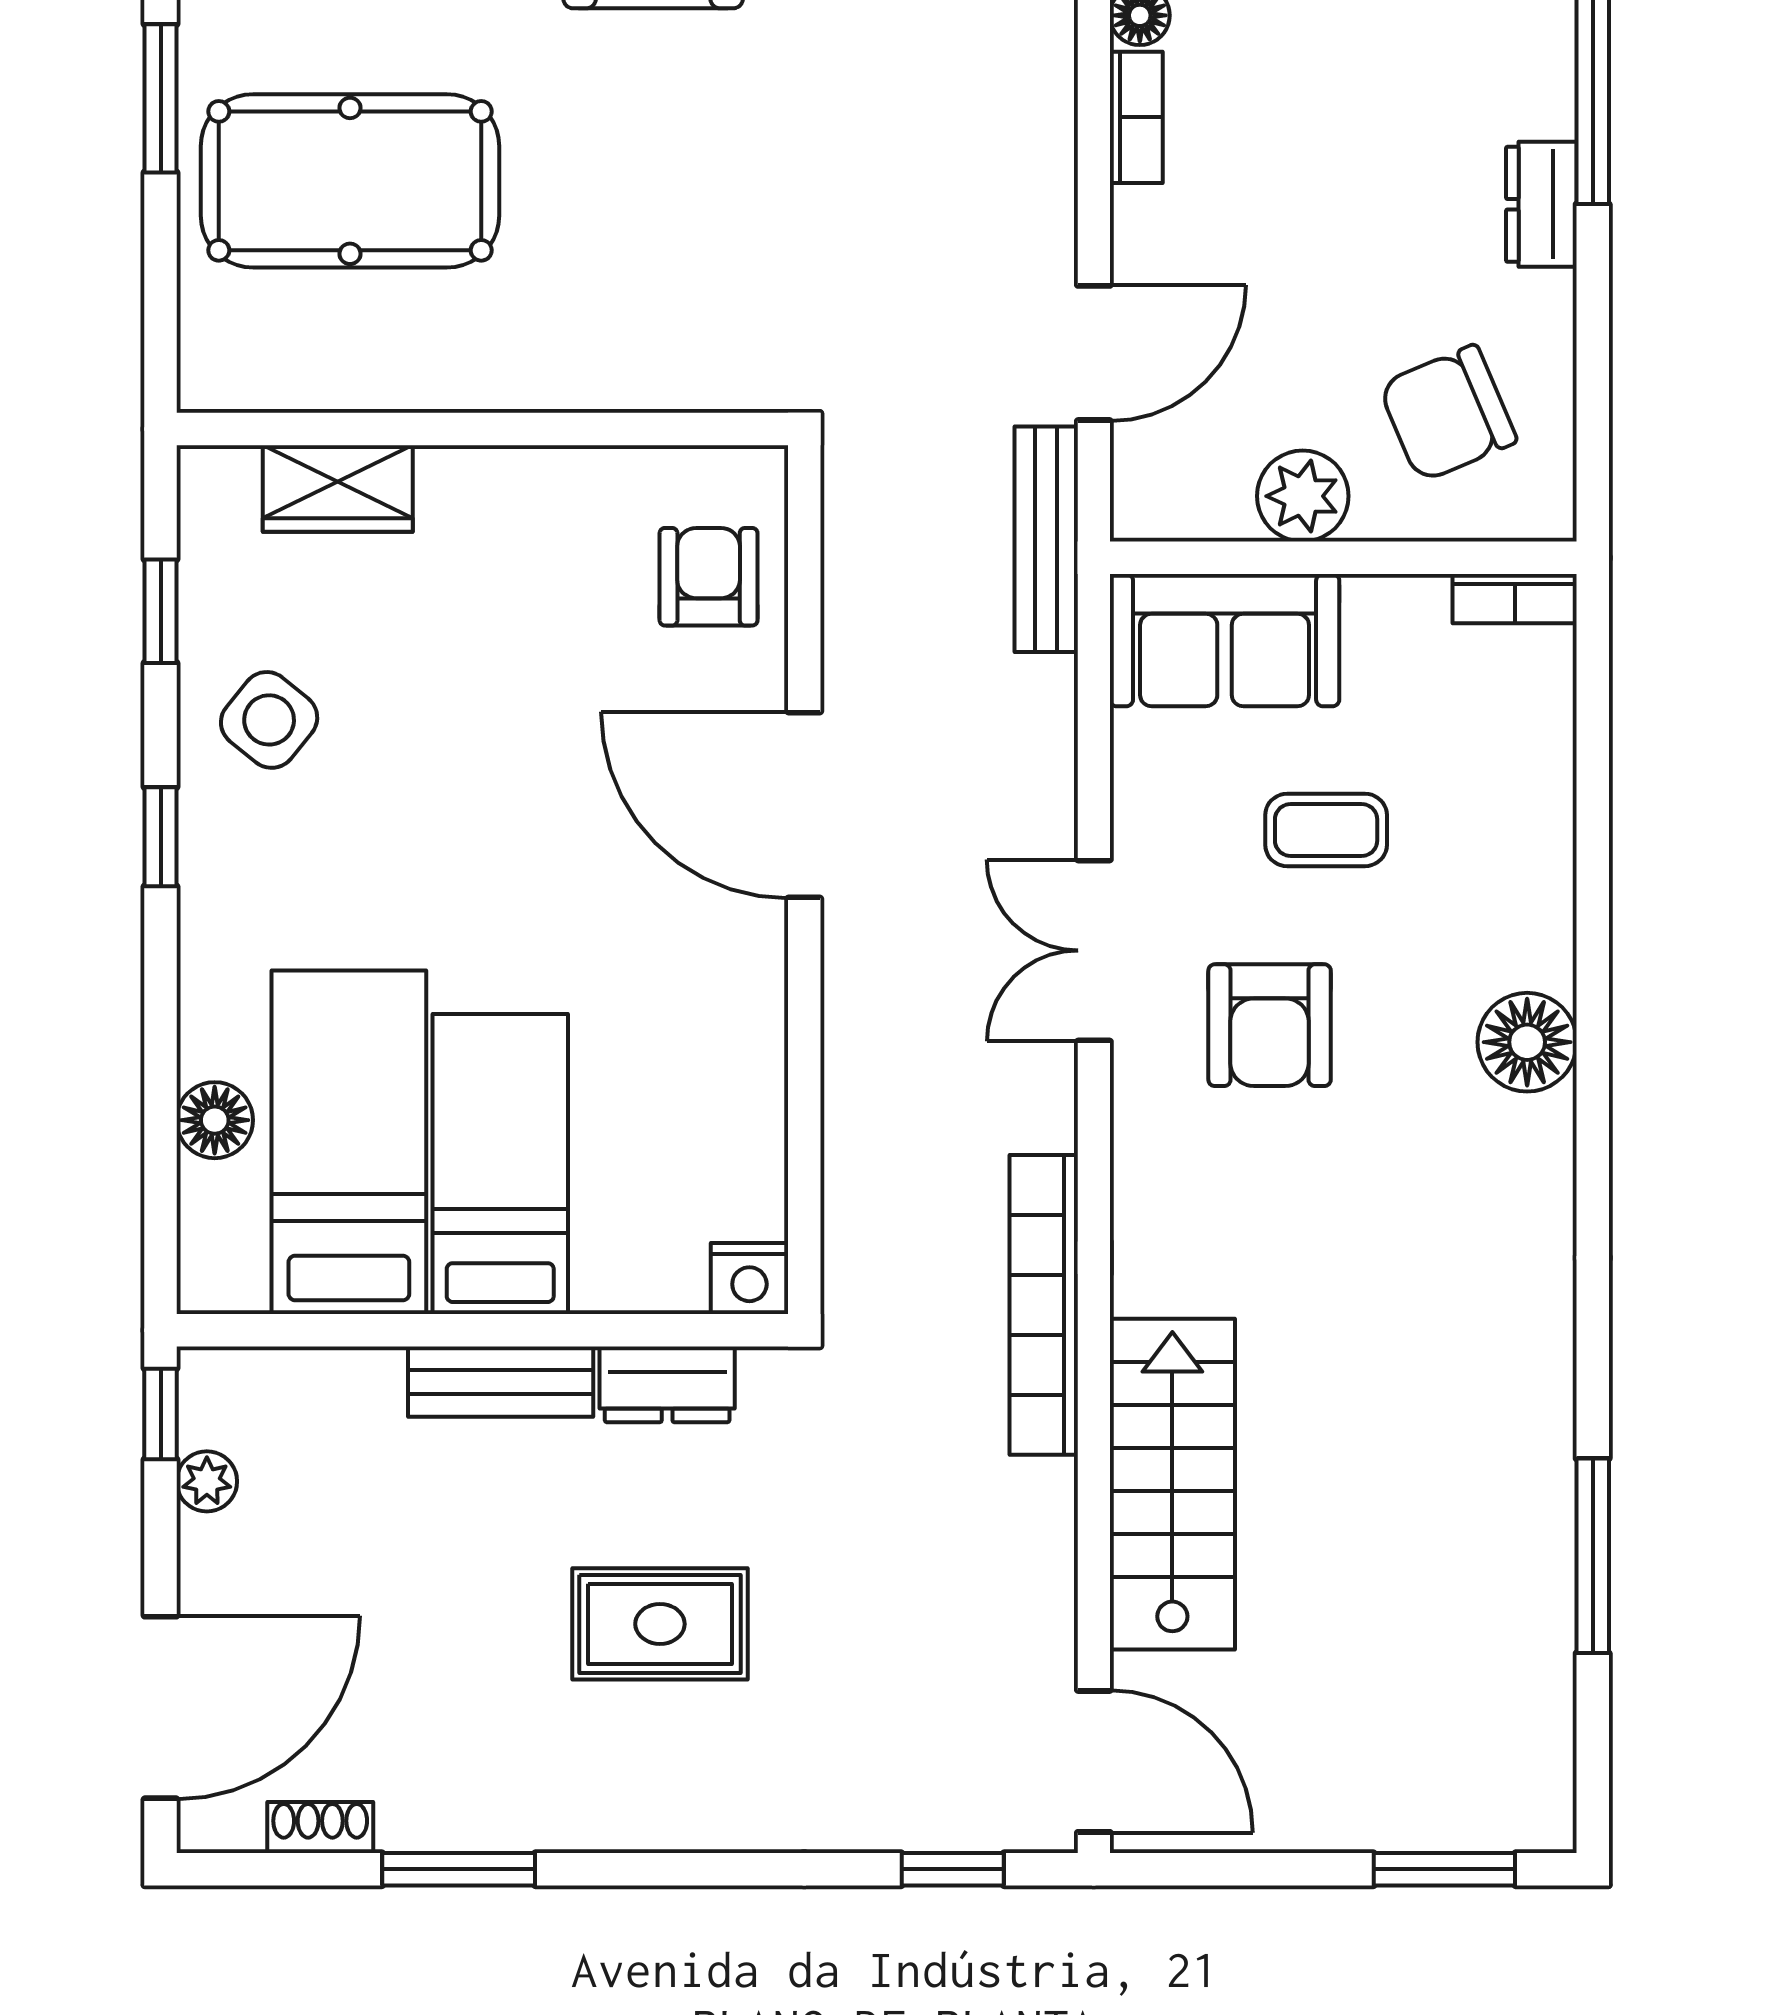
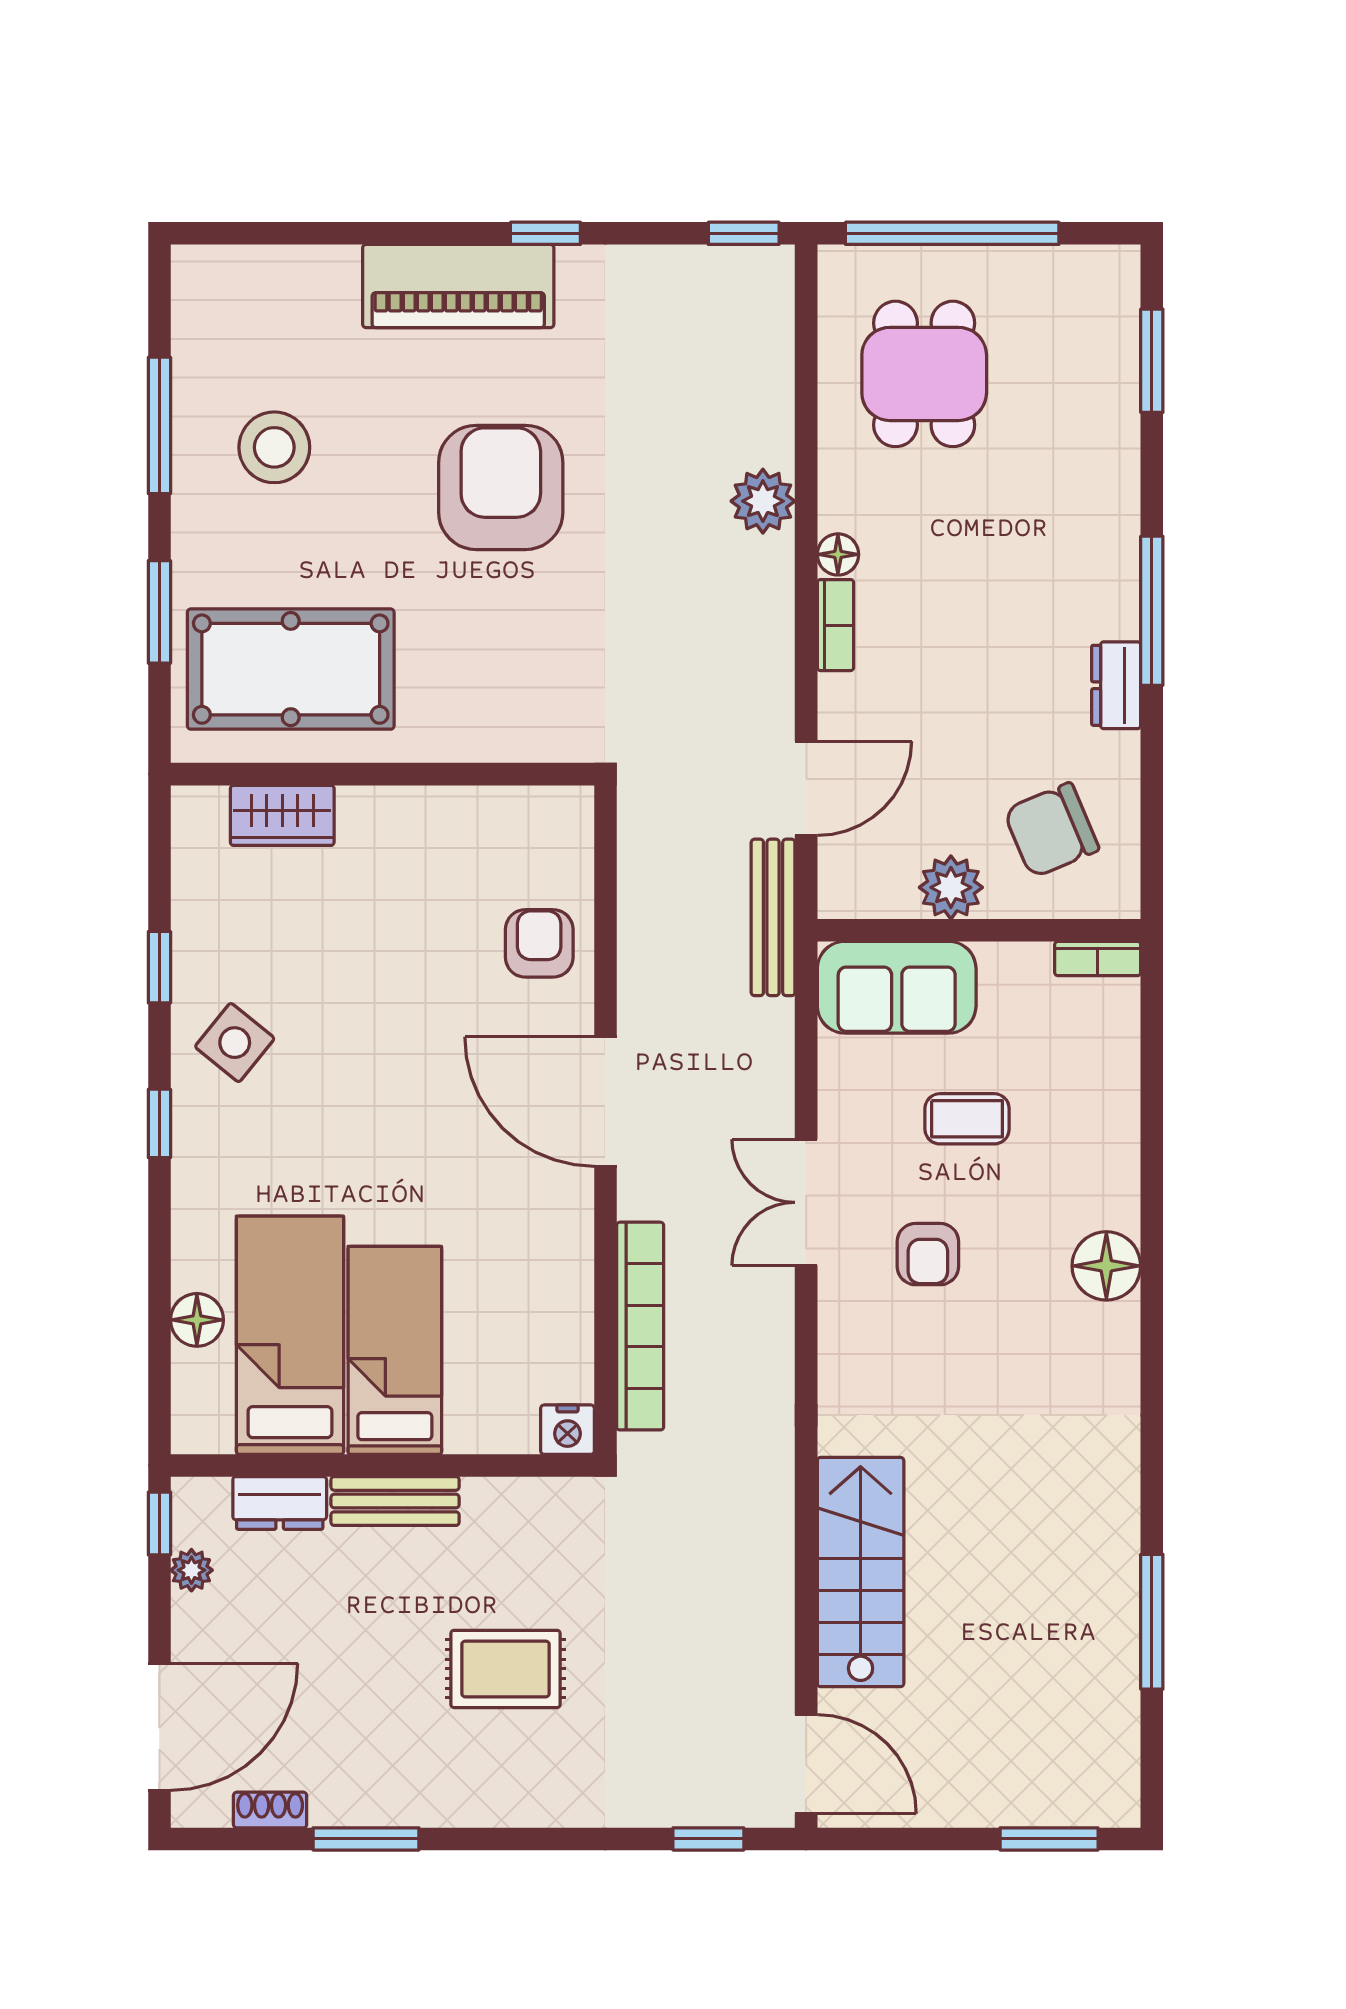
wall: (482, 429) -> (382, 774), moved
wardrobe: (338, 489) -> (282, 815), moved
armchair: (1270, 1025) -> (928, 1254), width x0.72, depth x0.72
bookcase: (1044, 1305) -> (640, 1326), moved, turned 180
dresser: (667, 1384) -> (280, 1503), moved

